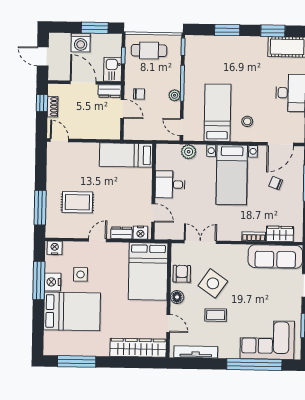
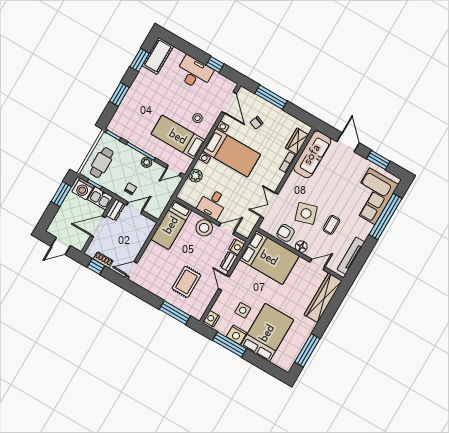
washing machine: (81, 43) -> (83, 189), moved, turned 90
stool: (141, 190) -> (204, 228), added
side table: (213, 283) -> (306, 213), turned 38

